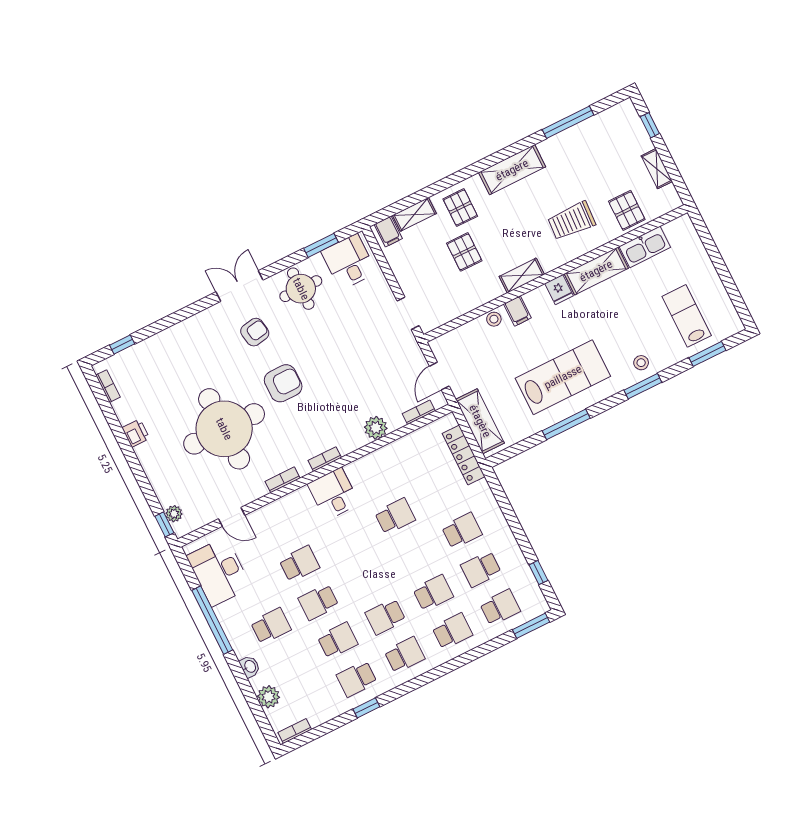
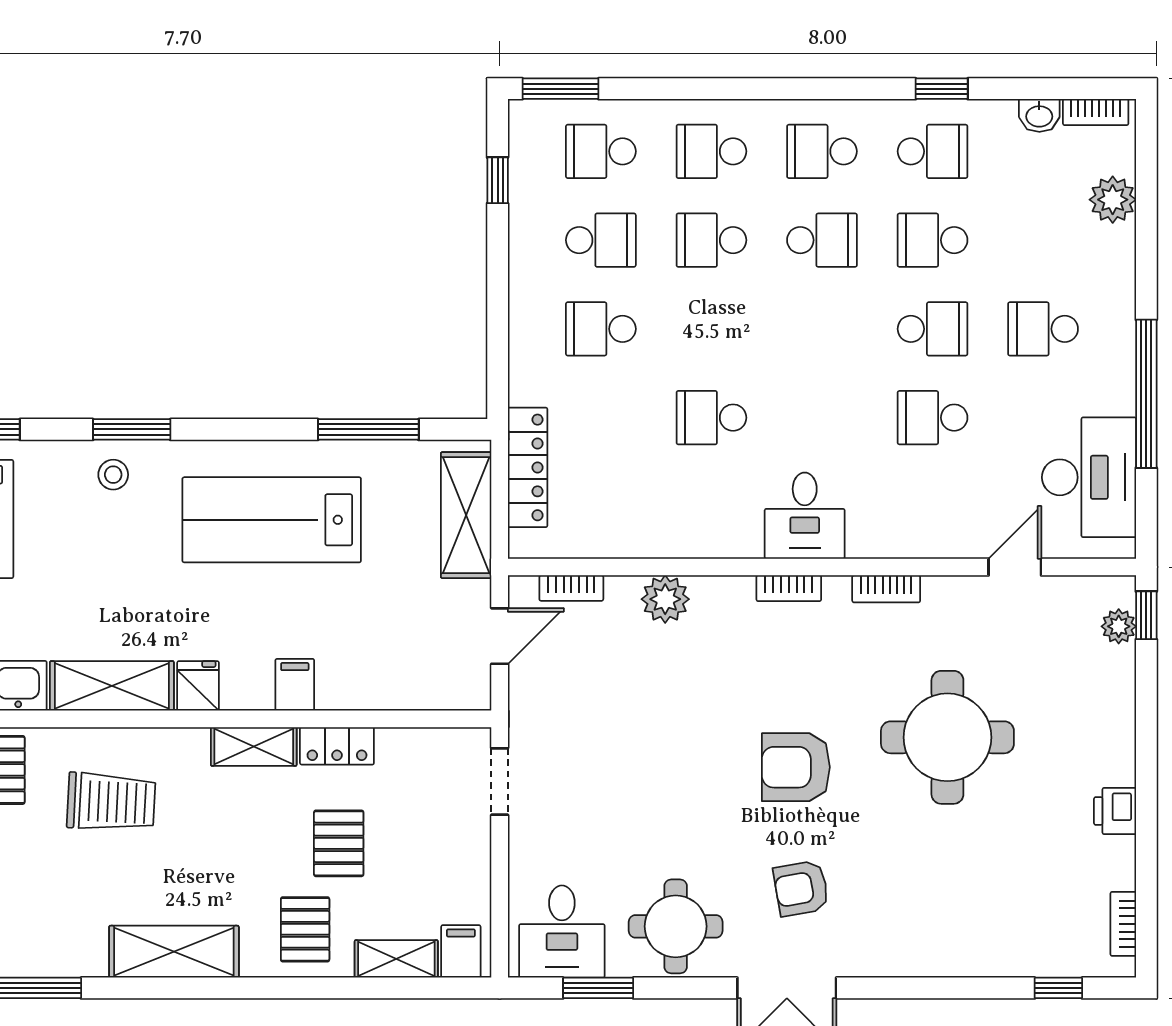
locker: (486, 294) -> (337, 746), added
stool: (494, 319) -> (346, 691), removed
window: (566, 424) -> (368, 429), moved
round table: (224, 429) -> (947, 737), width x0.73, depth x0.73
door: (232, 517) -> (1015, 567), hinge flipped
washbasin: (250, 667) -> (1039, 115), moved, turned -90

